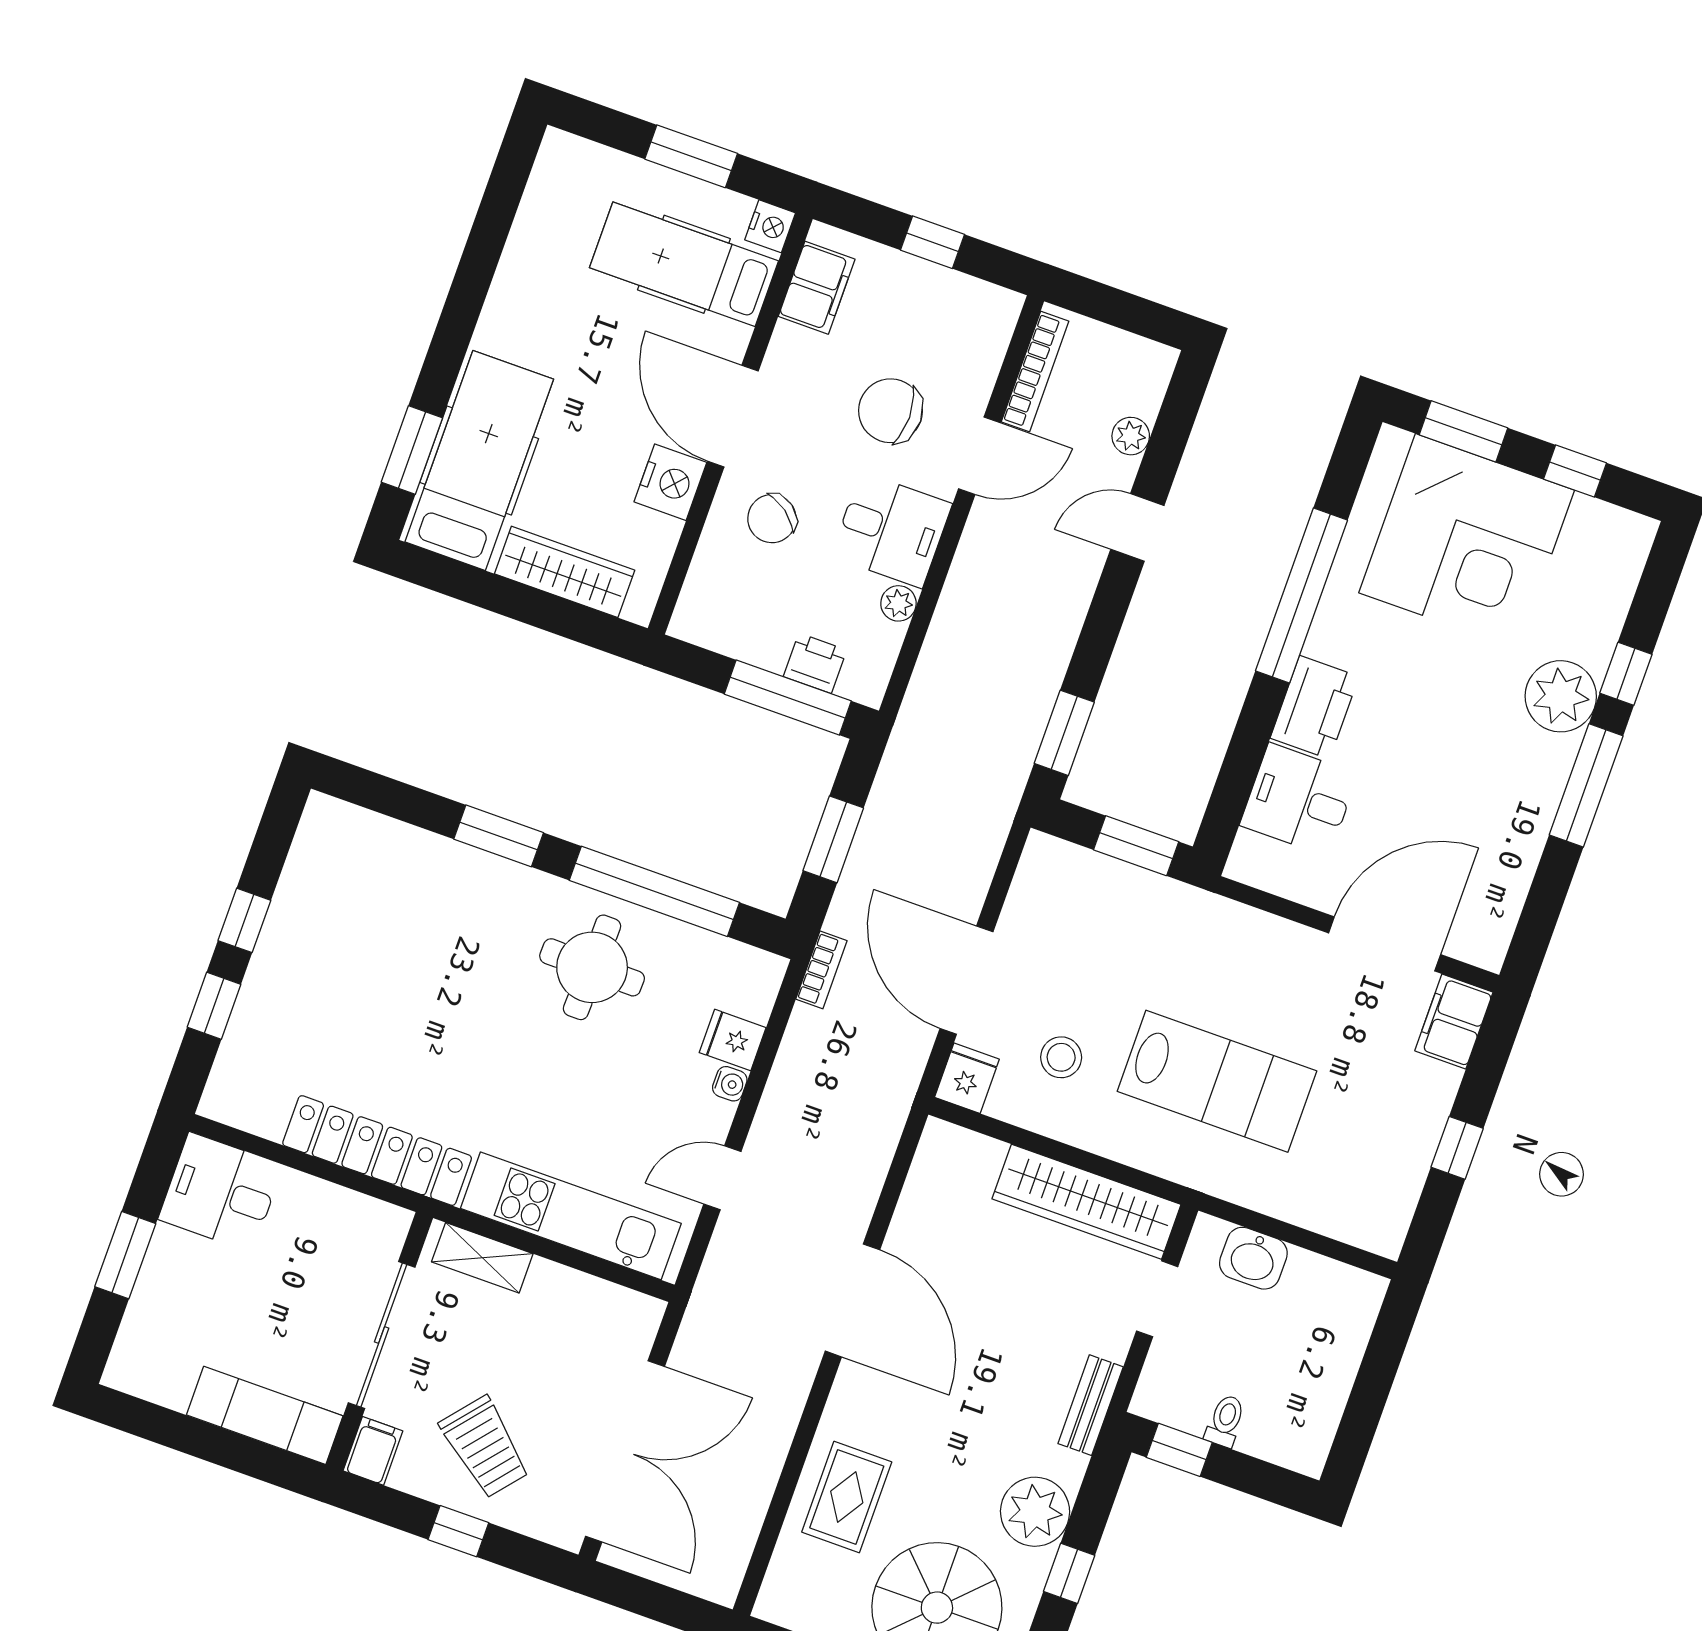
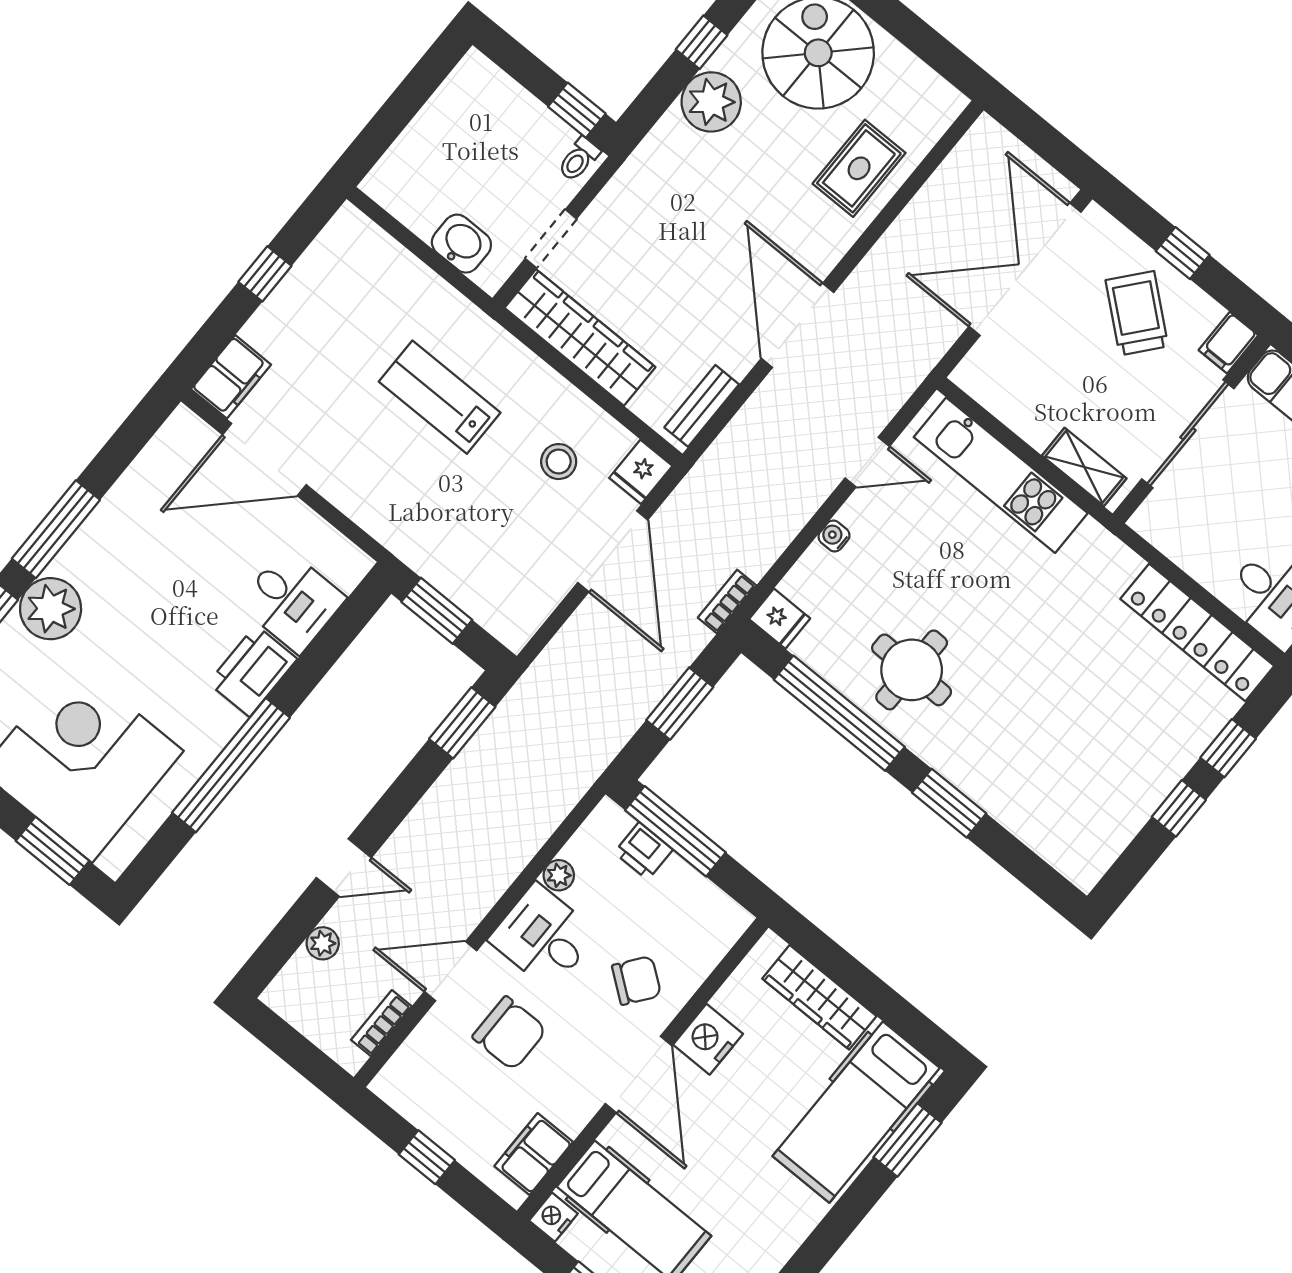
bookcase: (1035, 372) -> (381, 1023), width x0.64
fridge: (733, 1040) -> (780, 619), moved
lab bench: (1217, 1081) -> (440, 397), width x0.73, depth x0.72
locker: (377, 1151) -> (1197, 632), moved
bench: (1091, 1405) -> (702, 406), moved
toilet: (1225, 1421) -> (579, 159), moved

